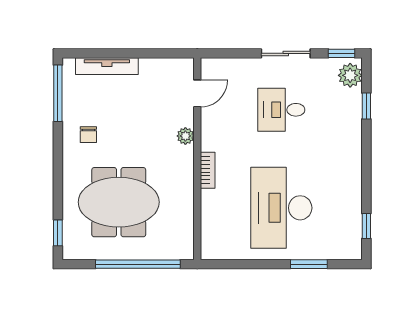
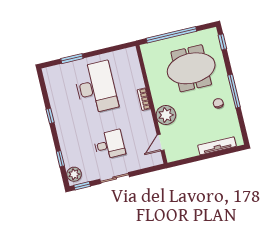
window: (58, 93) -> (234, 91), moved
plant: (185, 136) -> (166, 115), width x1.87, depth x1.87
window: (366, 226) -> (50, 116), moved

